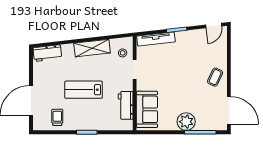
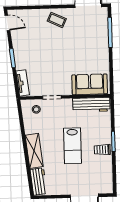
tv unit: (156, 39) -> (23, 83), width x0.71
shelving: (92, 48) -> (34, 151), moved
workbench: (126, 105) -> (91, 105), width x1.37
trolley: (57, 117) -> (102, 150), moved
plant: (186, 122) -> (100, 46), removed

